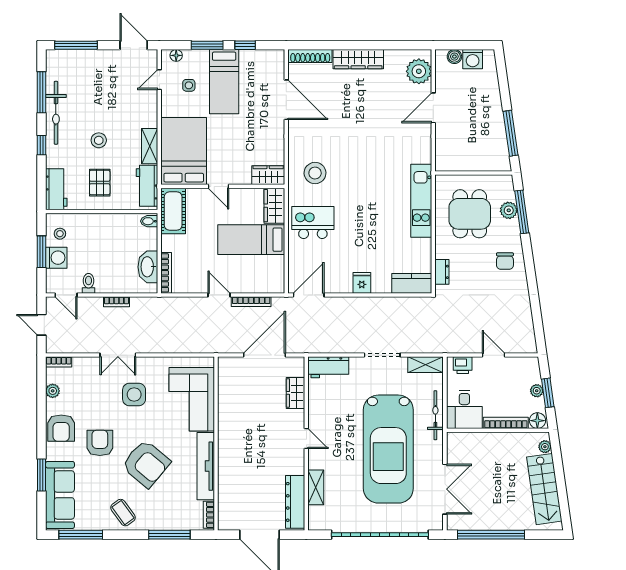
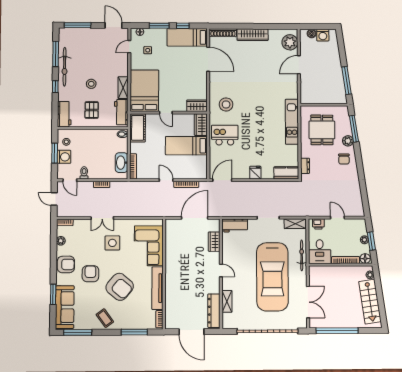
bed: (224, 82) -> (187, 37), moved, turned 90
plant: (509, 210) -> (348, 141), moved
armchair: (61, 428) -> (66, 264), turned -90

